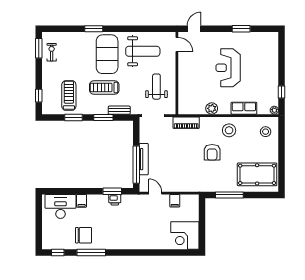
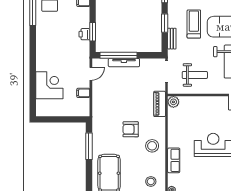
plant: (212, 108) -> (173, 102), moved
corner desk: (185, 236) -> (49, 85), moved, turned 90

